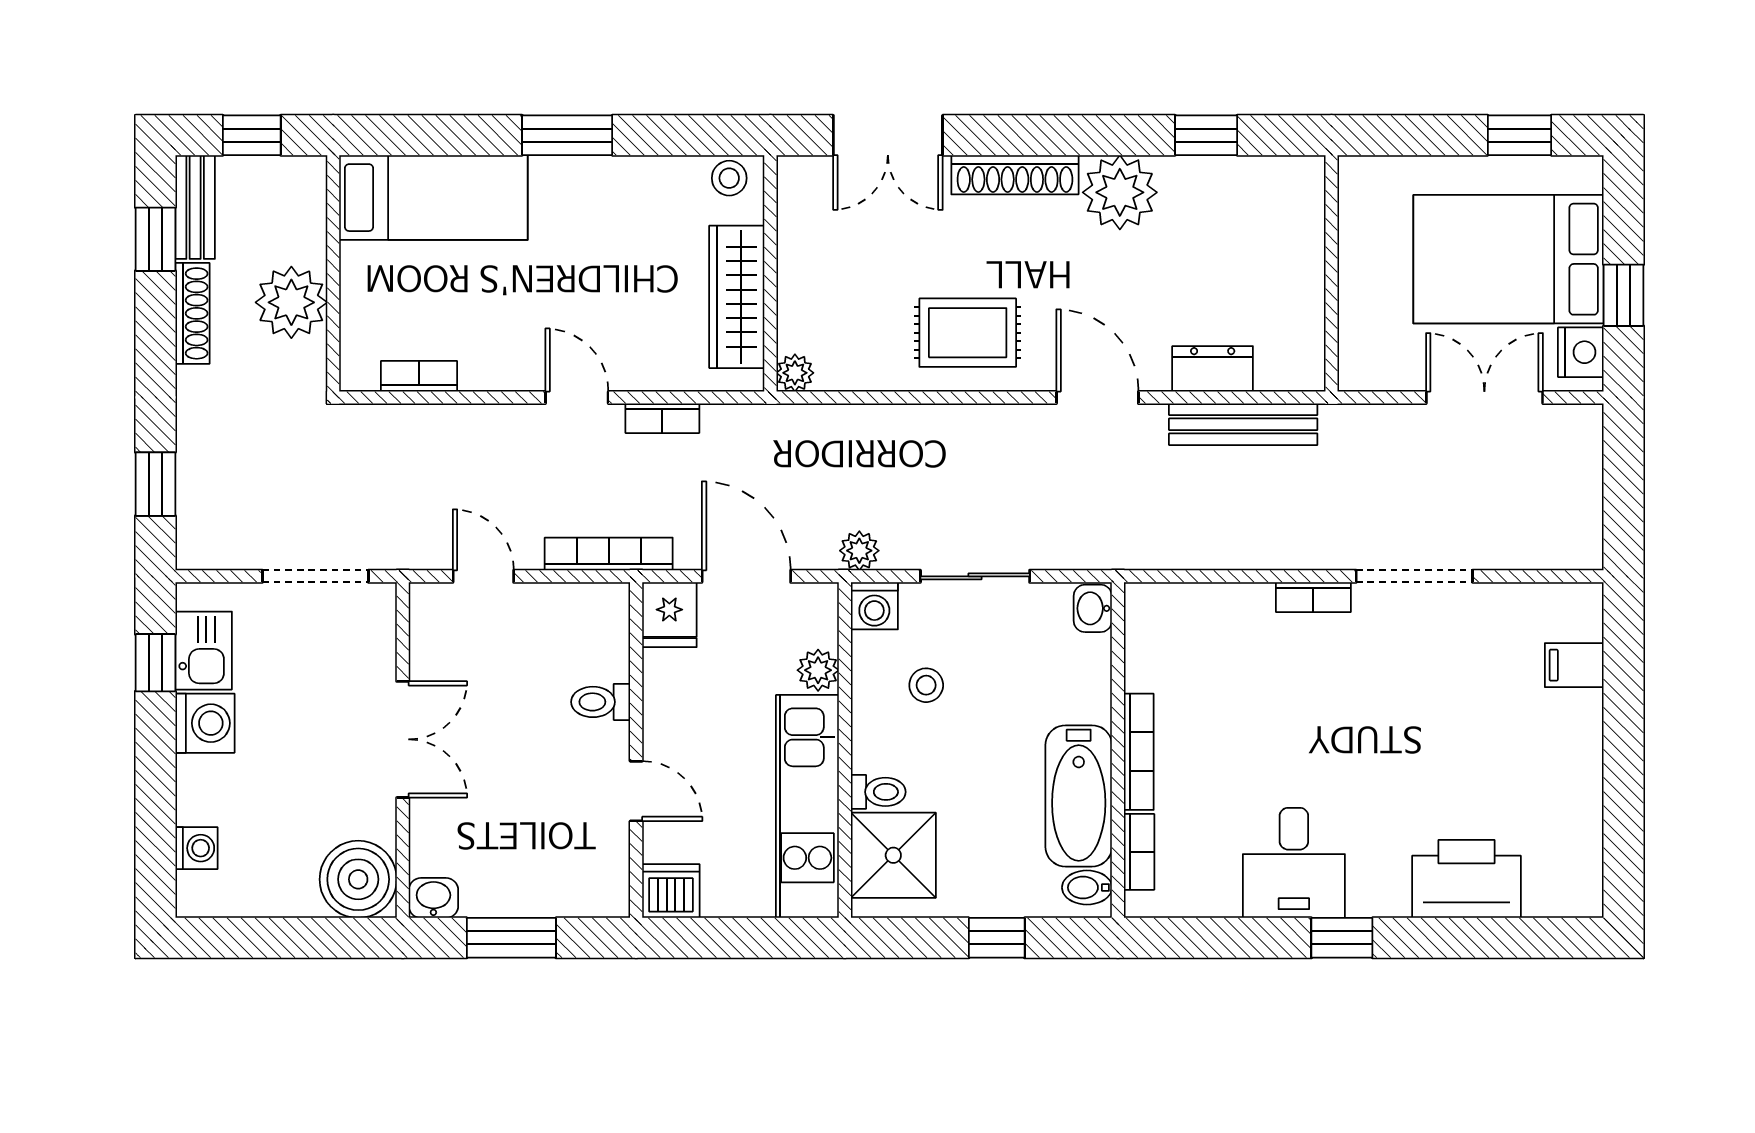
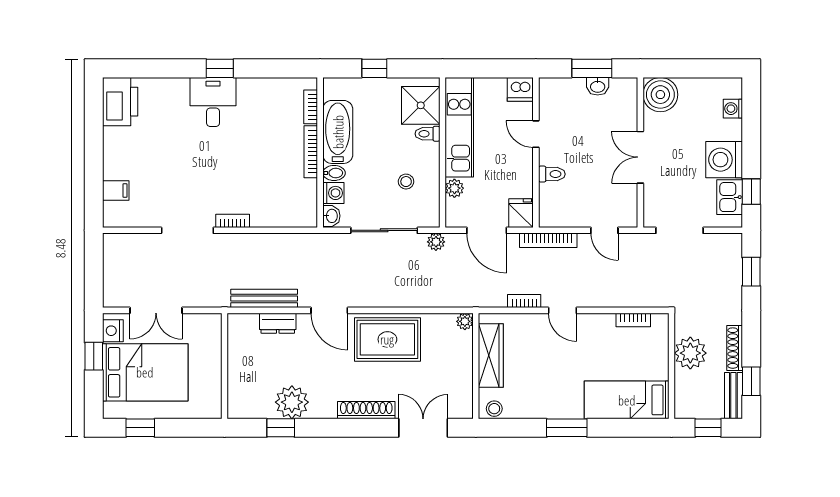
plant: (1120, 192) -> (292, 402), moved
rug: (968, 333) -> (387, 339), width x1.36, depth x1.43
sliding door: (975, 576) -> (384, 230), width x1.37
washing machine: (874, 606) -> (333, 193), moved, turned 90
washing machine: (205, 723) -> (724, 160), width x1.37, depth x1.37
desk: (1294, 863) -> (213, 102), moved
printer: (1466, 879) -> (120, 102), moved, turned -90
bidet: (1087, 888) -> (334, 173), moved
washbasin: (433, 898) -> (598, 86), moved

